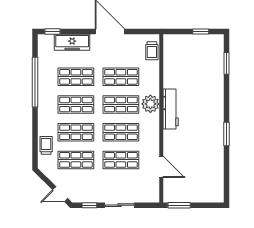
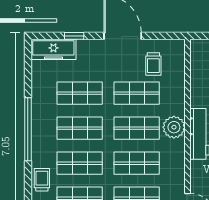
window: (52, 32) -> (74, 36), moved
freezer: (72, 42) -> (53, 49), moved
trolley: (152, 51) -> (153, 64), moved
window: (35, 82) -> (28, 129), moved

